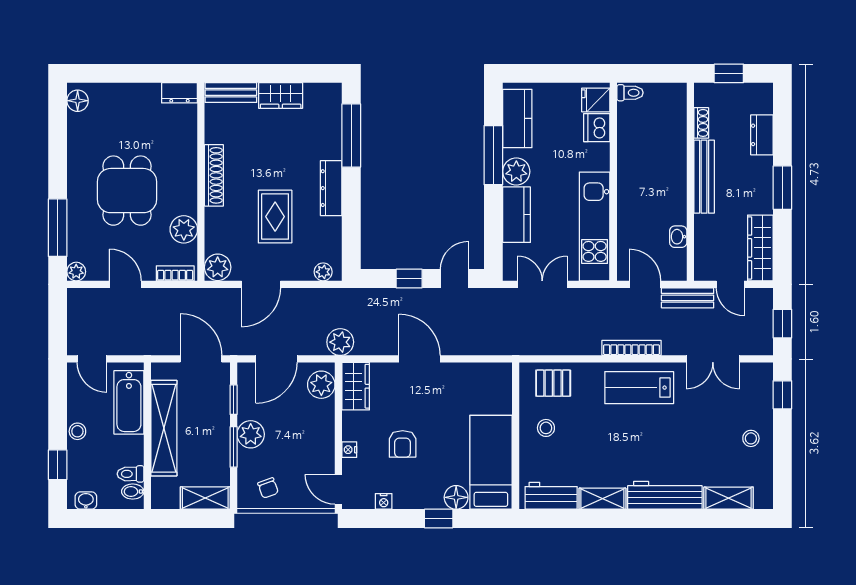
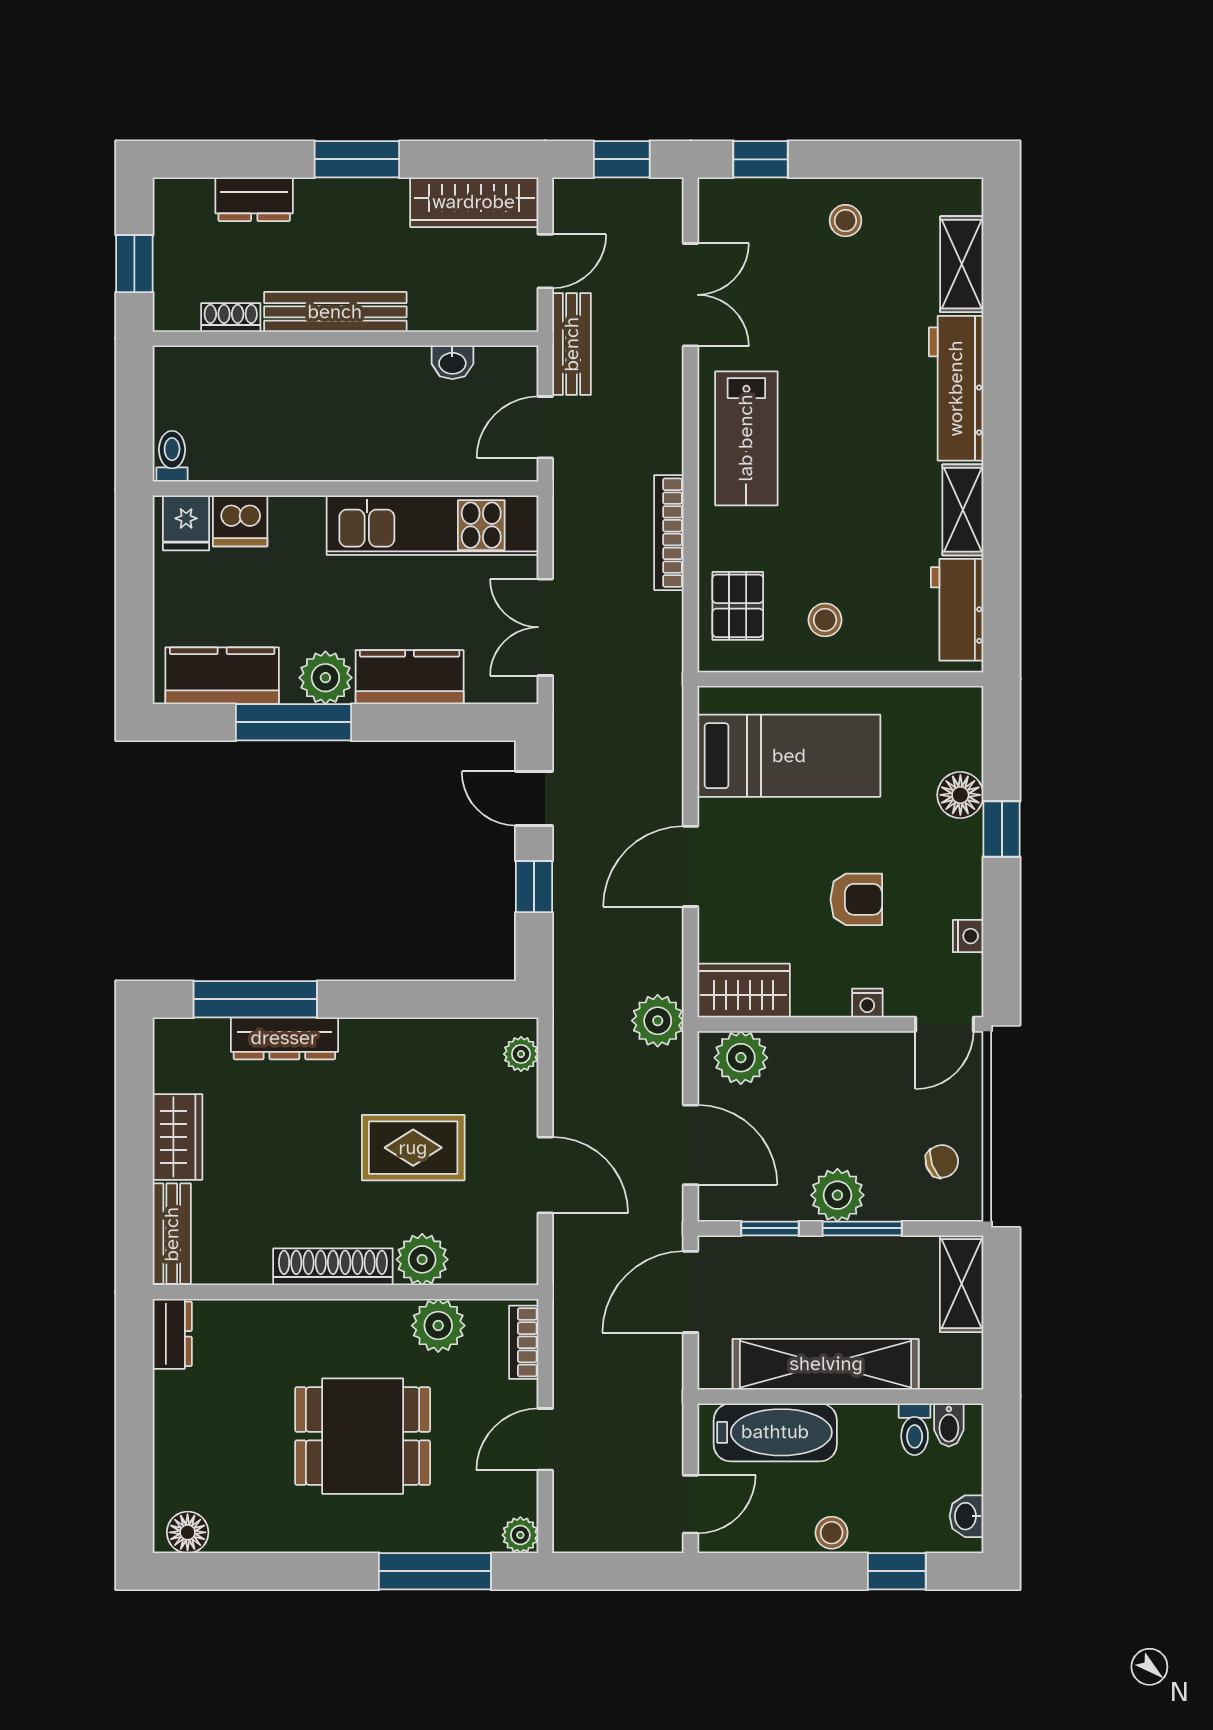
dresser: (331, 188) -> (284, 1038), moved
plant: (218, 267) -> (422, 1259), moved
bookcase: (631, 348) -> (669, 533), moved
bed: (491, 462) -> (789, 756), moved, turned 180

